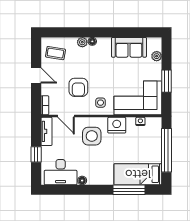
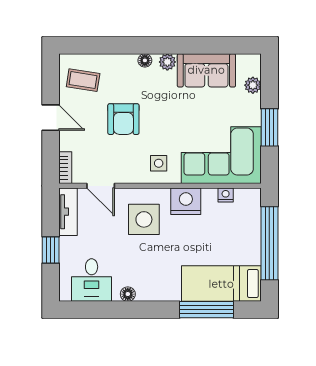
plant: (82, 42) -> (167, 62), moved
armchair: (78, 87) -> (123, 119), moved
desk: (61, 172) -> (92, 280), width x0.73

